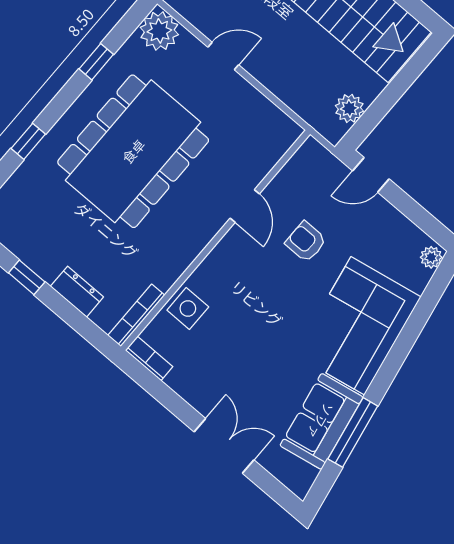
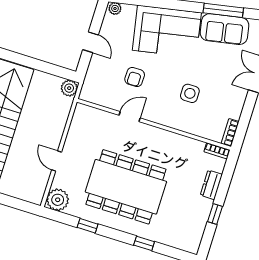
plant: (349, 108) -> (69, 88), moved
door: (371, 175) -> (90, 42), moved
side table: (188, 309) -> (190, 93), moved
bookcase: (136, 315) -> (217, 151), width x0.64

